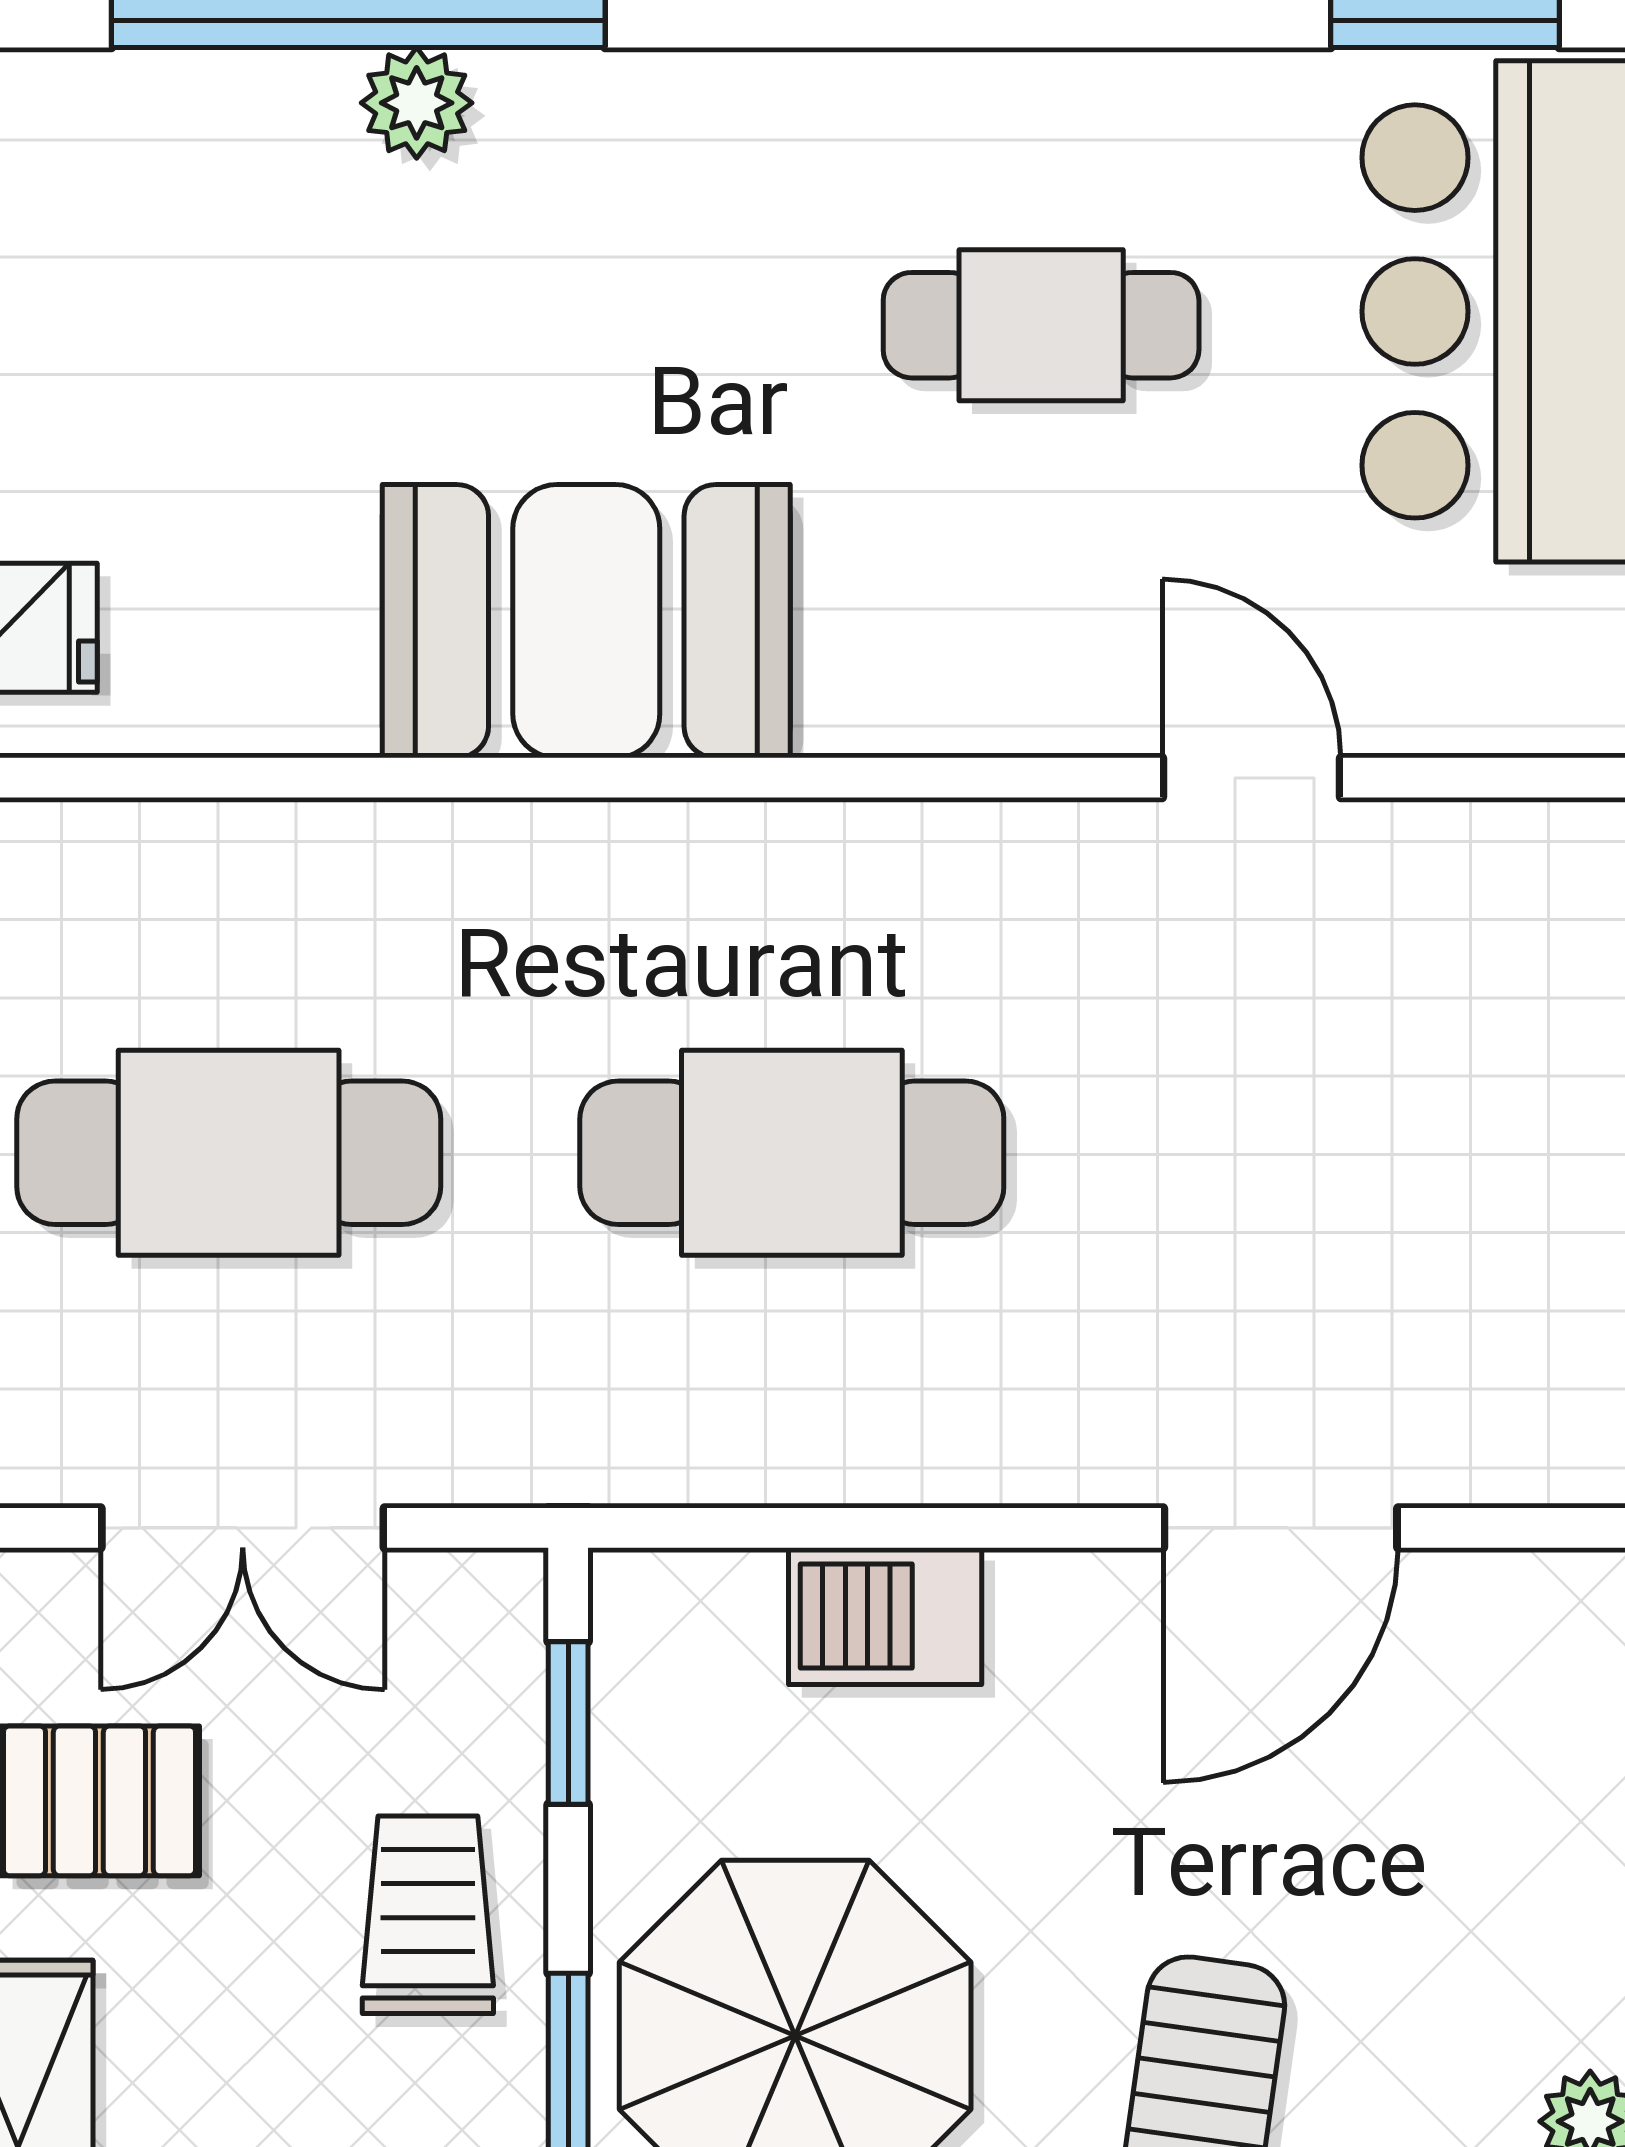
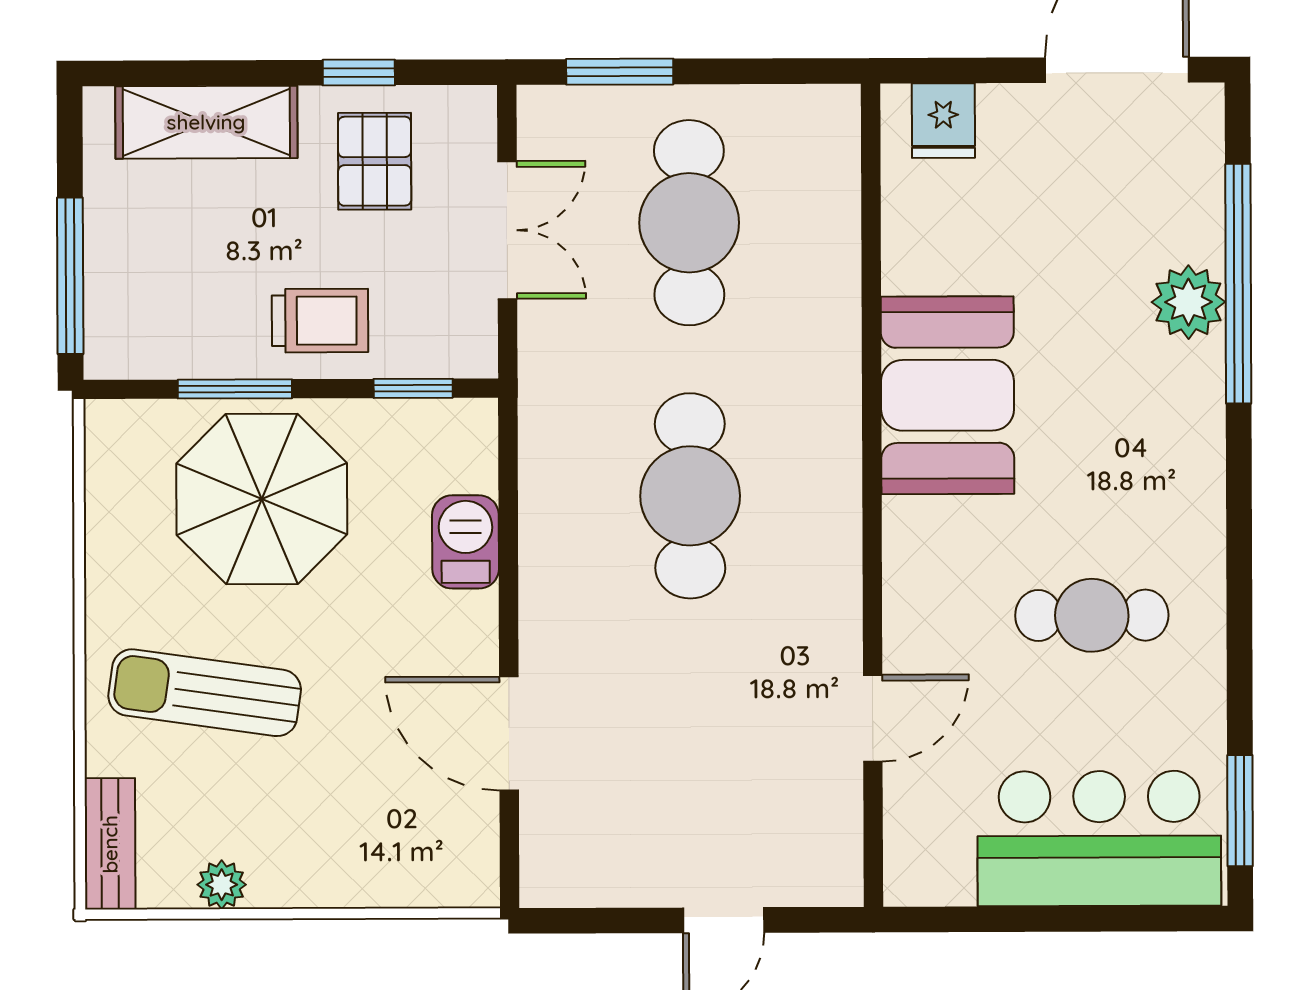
plant: (417, 103) -> (1188, 302), width x1.38, depth x1.38
cafe table: (1041, 325) -> (1092, 615), turned 90
double door: (243, 1528) -> (507, 230), swing flipped

